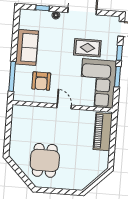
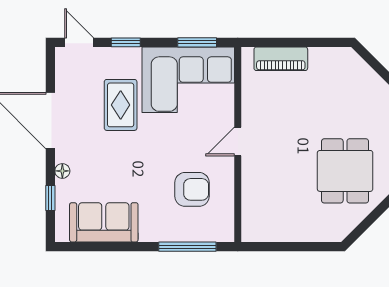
sofa: (27, 47) -> (104, 222), moved
window: (118, 77) -> (197, 42), moved
piano: (103, 132) -> (281, 59), width x0.73, depth x0.75
dining table: (45, 160) -> (345, 171), turned 90

